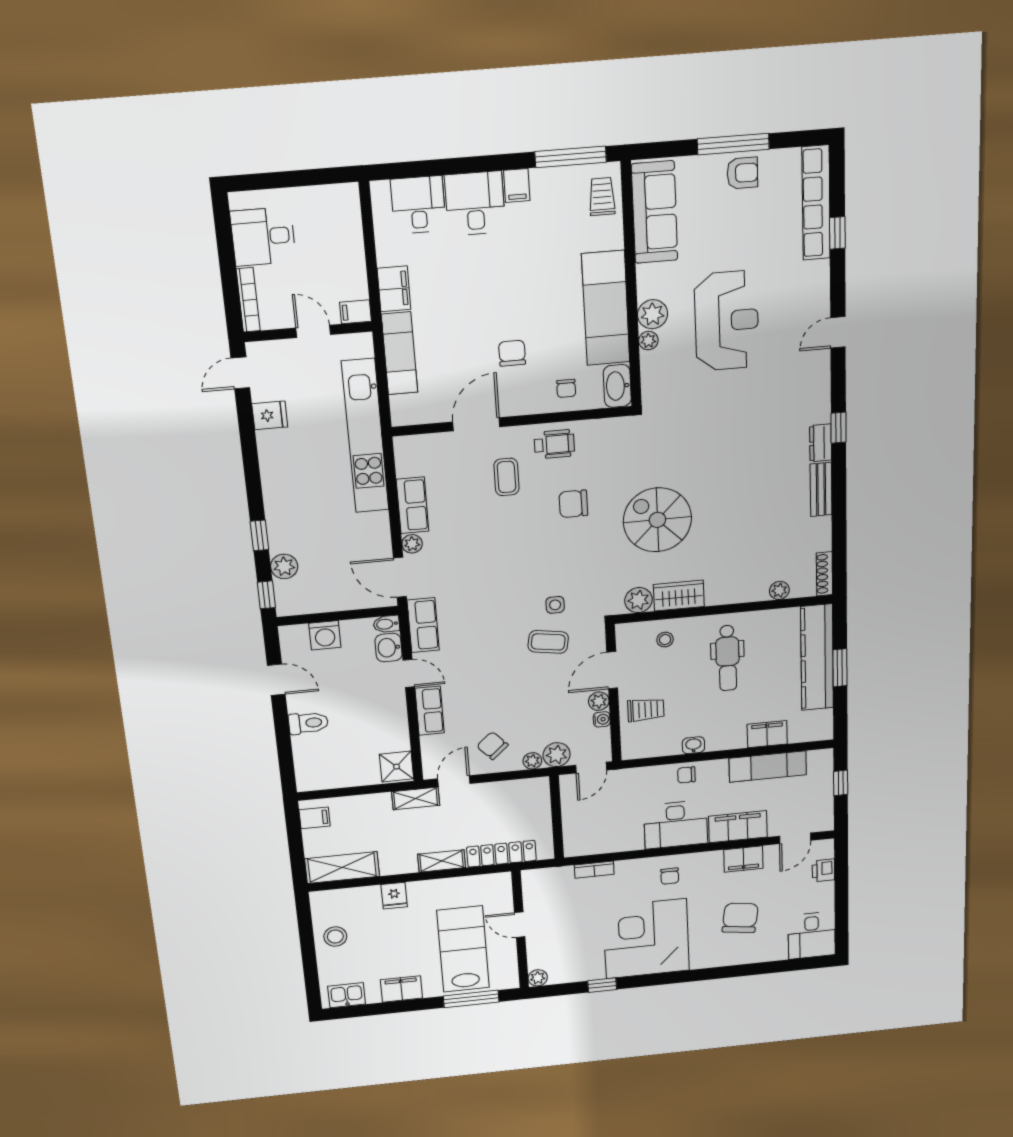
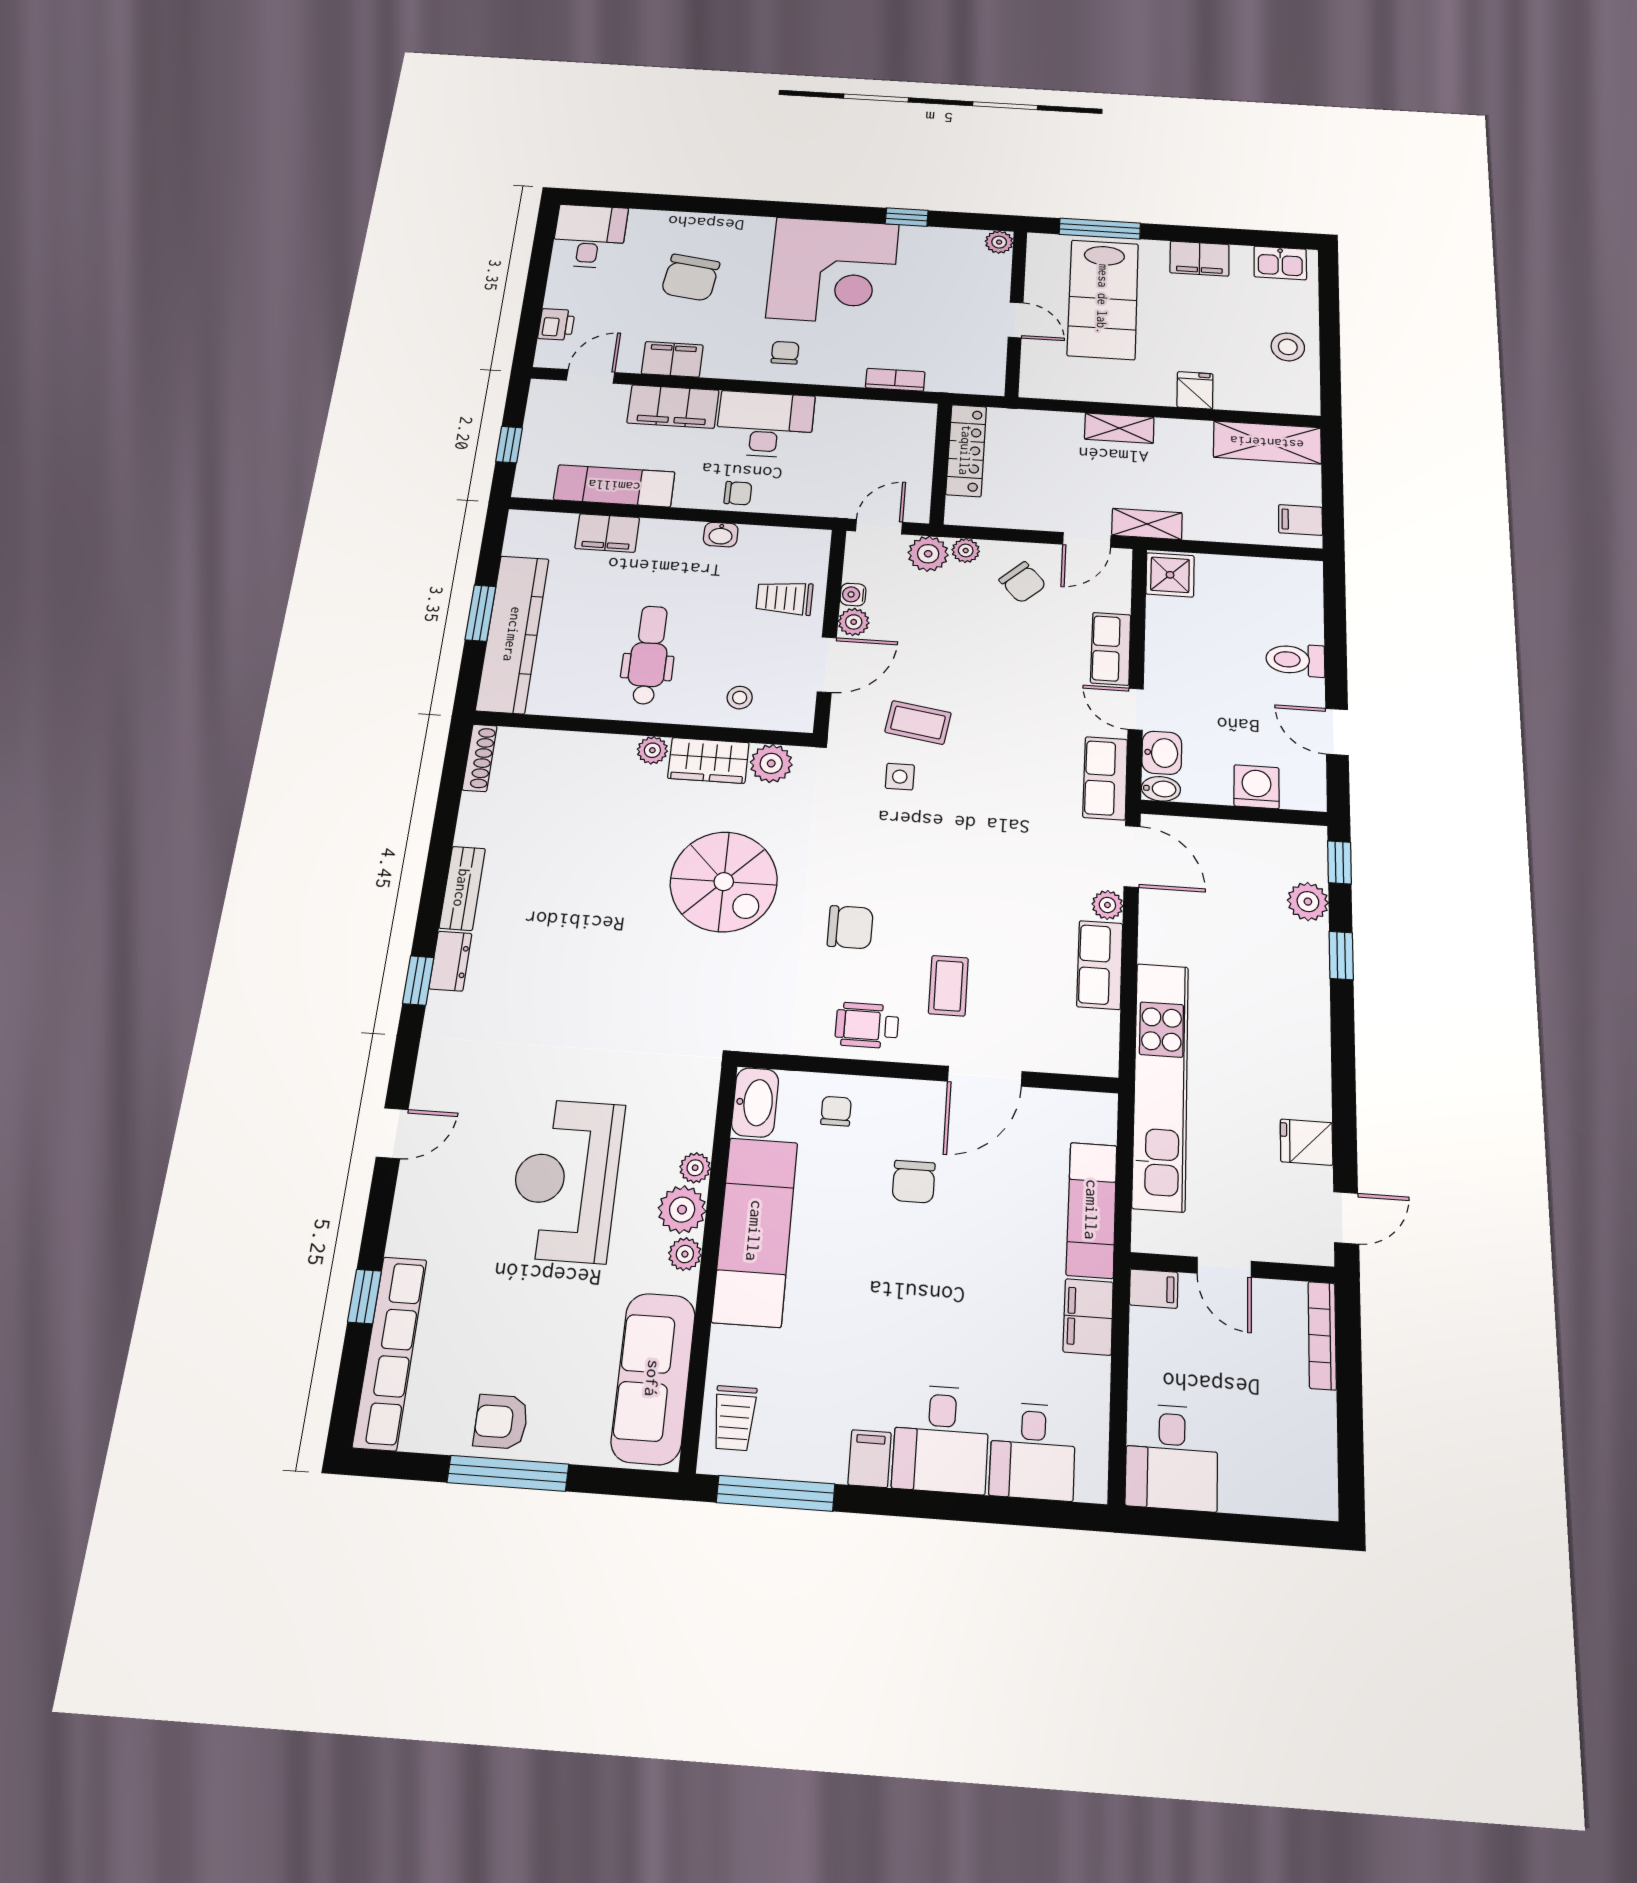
desk: (263, 236) -> (1172, 1457), moved, turned 90
plant: (647, 288) -> (685, 1254), added
plant: (779, 590) -> (652, 750), moved
locker: (501, 854) -> (966, 450), moved, turned -90

